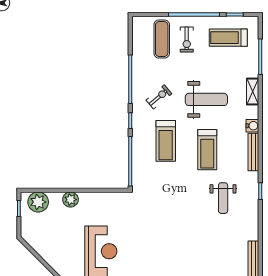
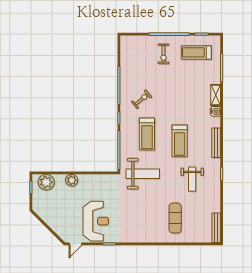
exercise mat: (162, 39) -> (175, 218), moved
weight bench: (206, 99) -> (143, 174), moved
water cooler: (252, 126) -> (215, 111), moved

